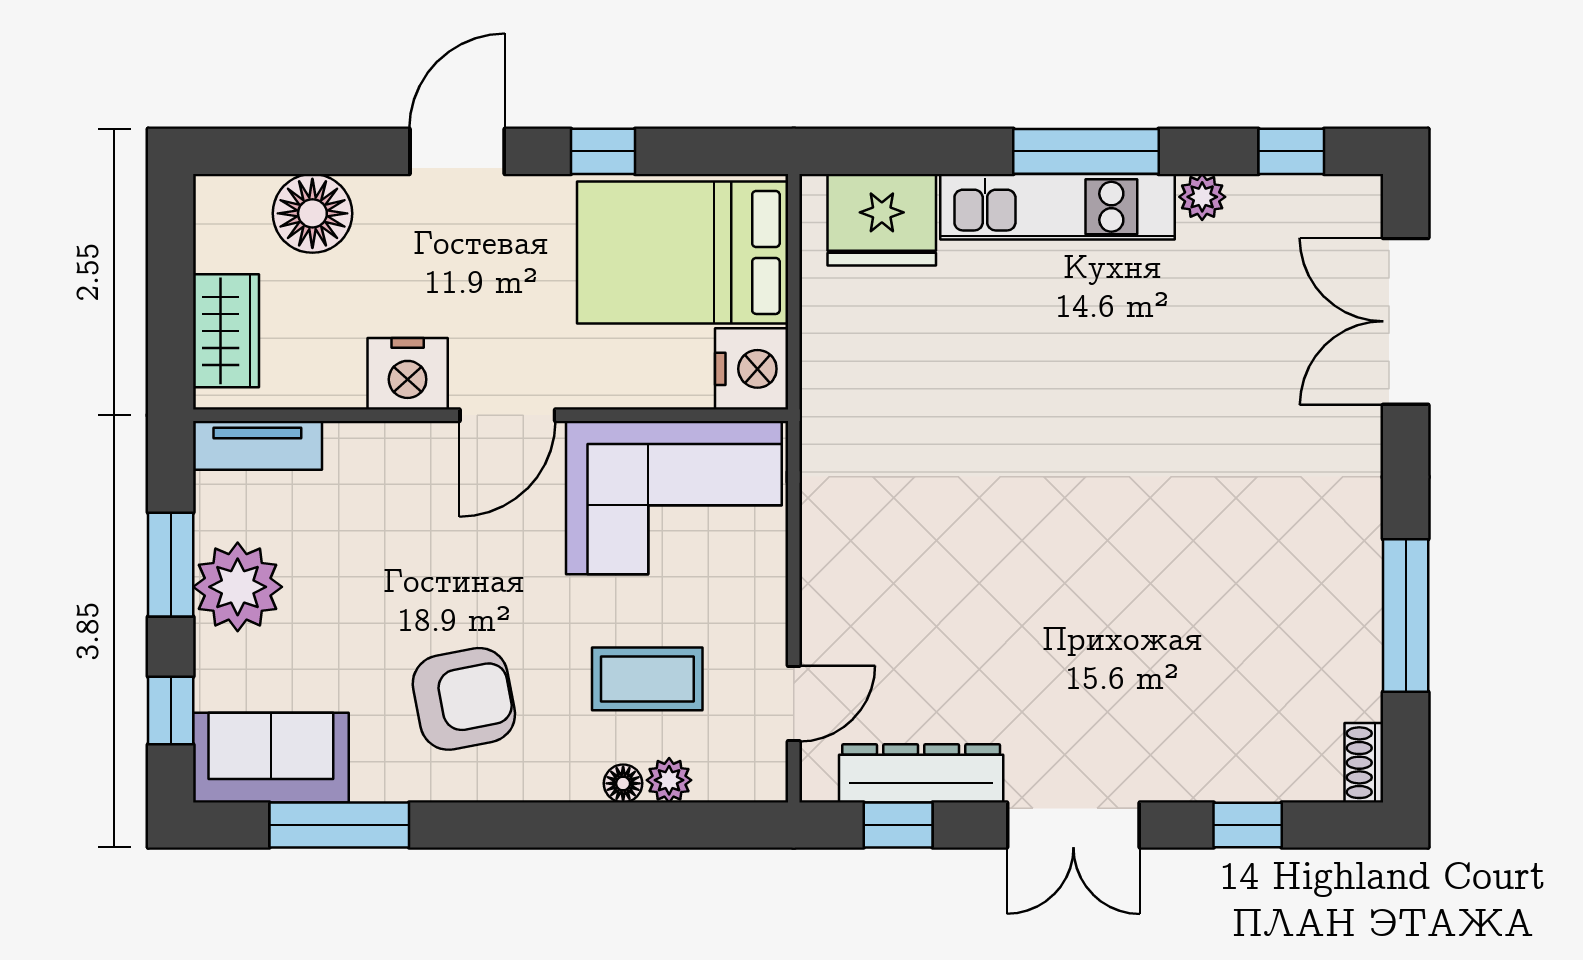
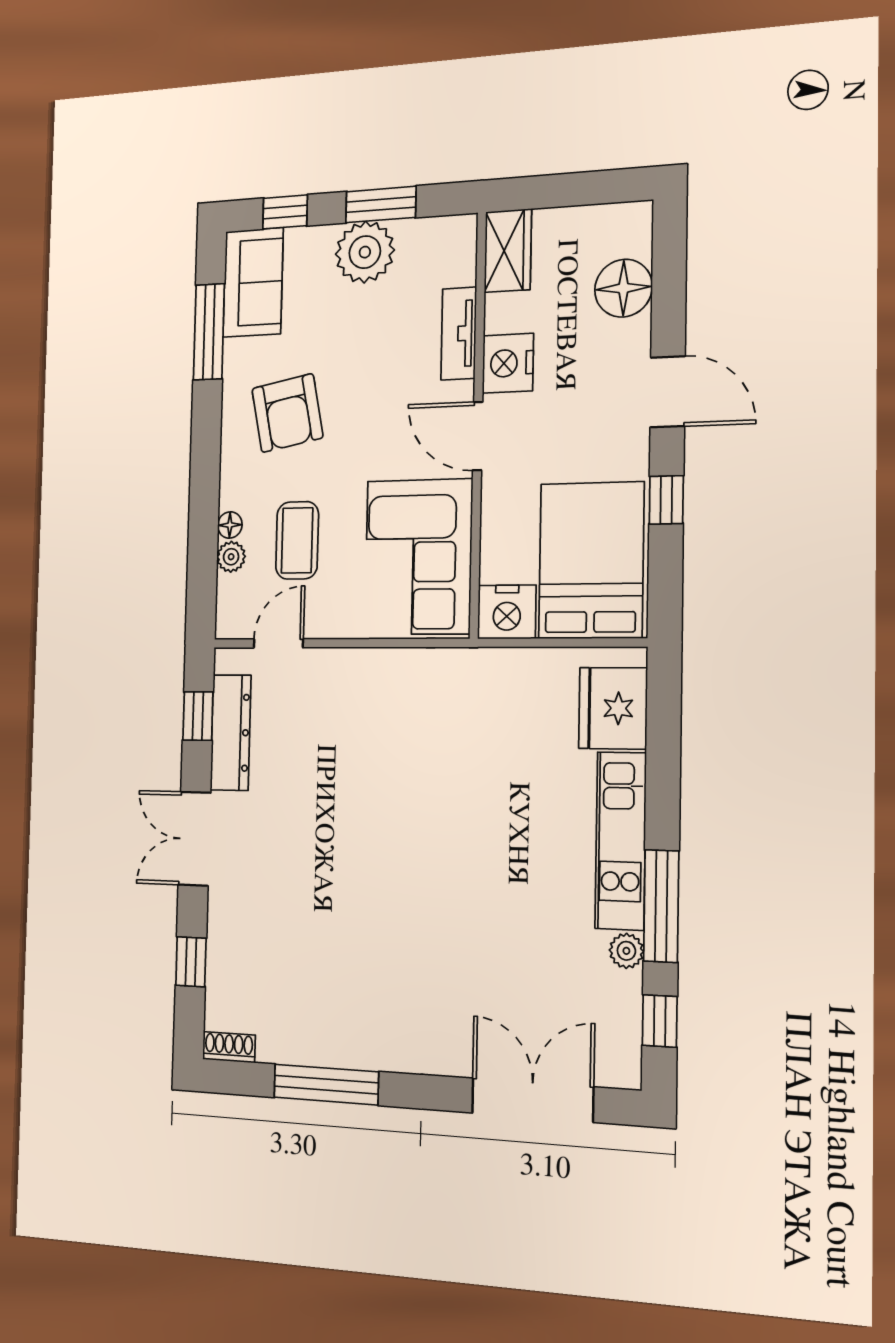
window: (1086, 151) -> (661, 906), moved
wardrobe: (226, 331) -> (508, 251), moved, turned -90
tv unit: (257, 445) -> (459, 334), moved
door: (794, 704) -> (278, 643), swing flipped

